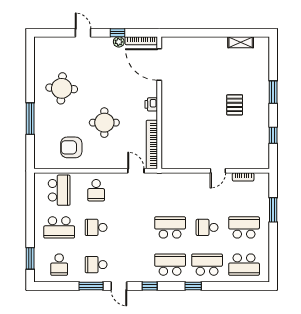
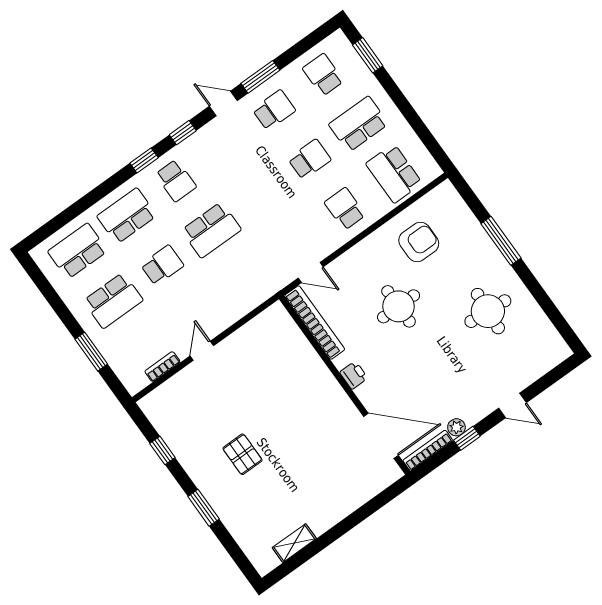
school desk: (170, 265) -> (176, 181), width x0.54
school desk: (207, 265) -> (127, 216), turned 180
window: (193, 286) -> (144, 160), moved

